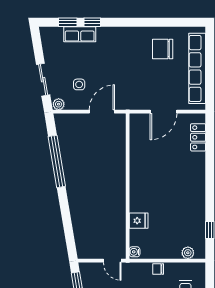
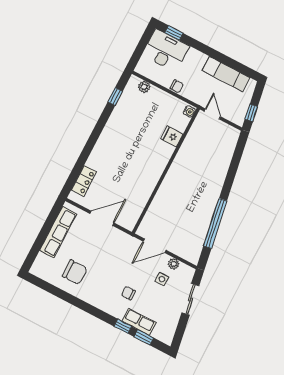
chair: (103, 55) -> (128, 293), added
row of seats: (197, 68) -> (58, 232), width x0.73
plant: (59, 104) -> (174, 264), moved

